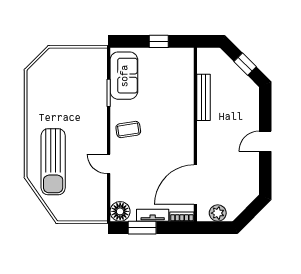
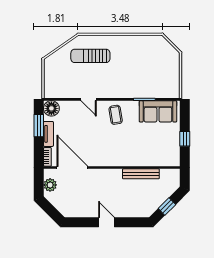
sun lounger: (53, 162) -> (90, 56), width x0.73, depth x0.75
door: (109, 164) -> (89, 99), swing flipped

